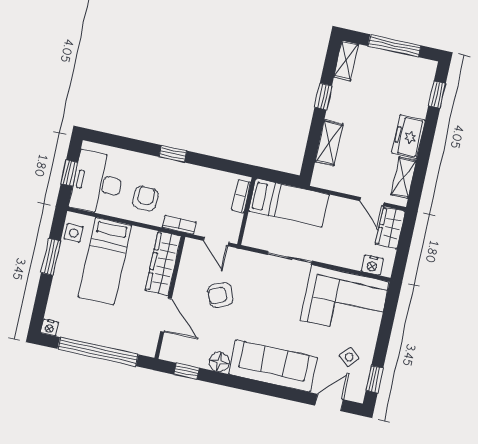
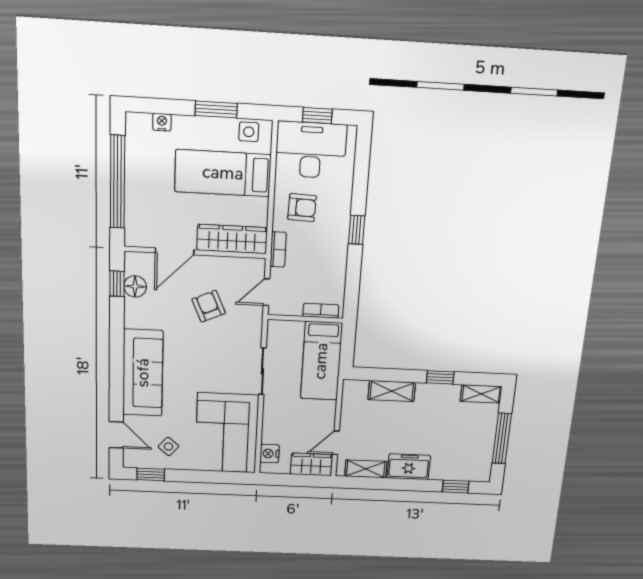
nightstand: (49, 327) -> (162, 122), moved, turned 90
floor lamp: (219, 362) -> (135, 286), moved

